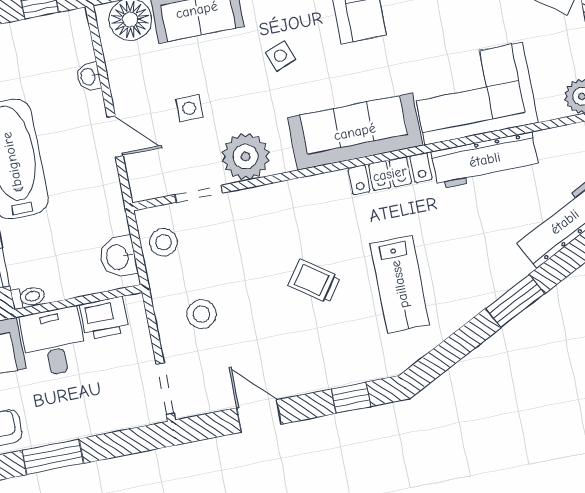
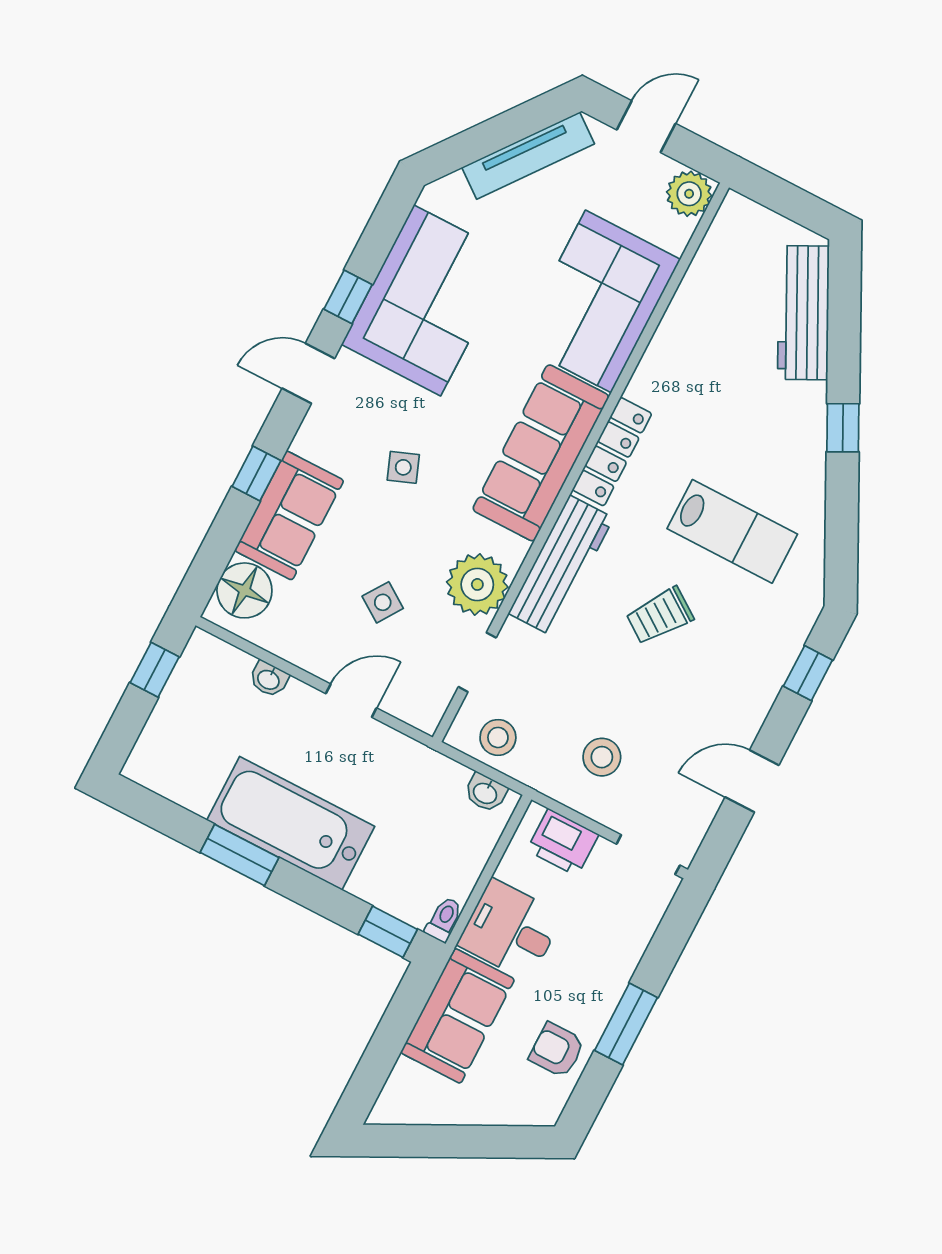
side table: (189, 108) -> (383, 602), turned 34
workbench: (485, 160) -> (561, 566), moved
washbasin: (118, 257) -> (485, 793), width x0.72, depth x0.69
window: (515, 301) -> (843, 428), width x0.67
printer: (104, 318) -> (563, 842), moved, turned 90

